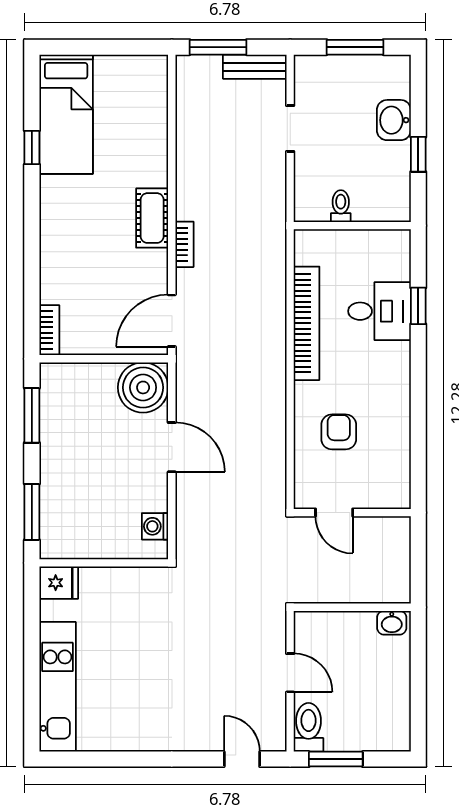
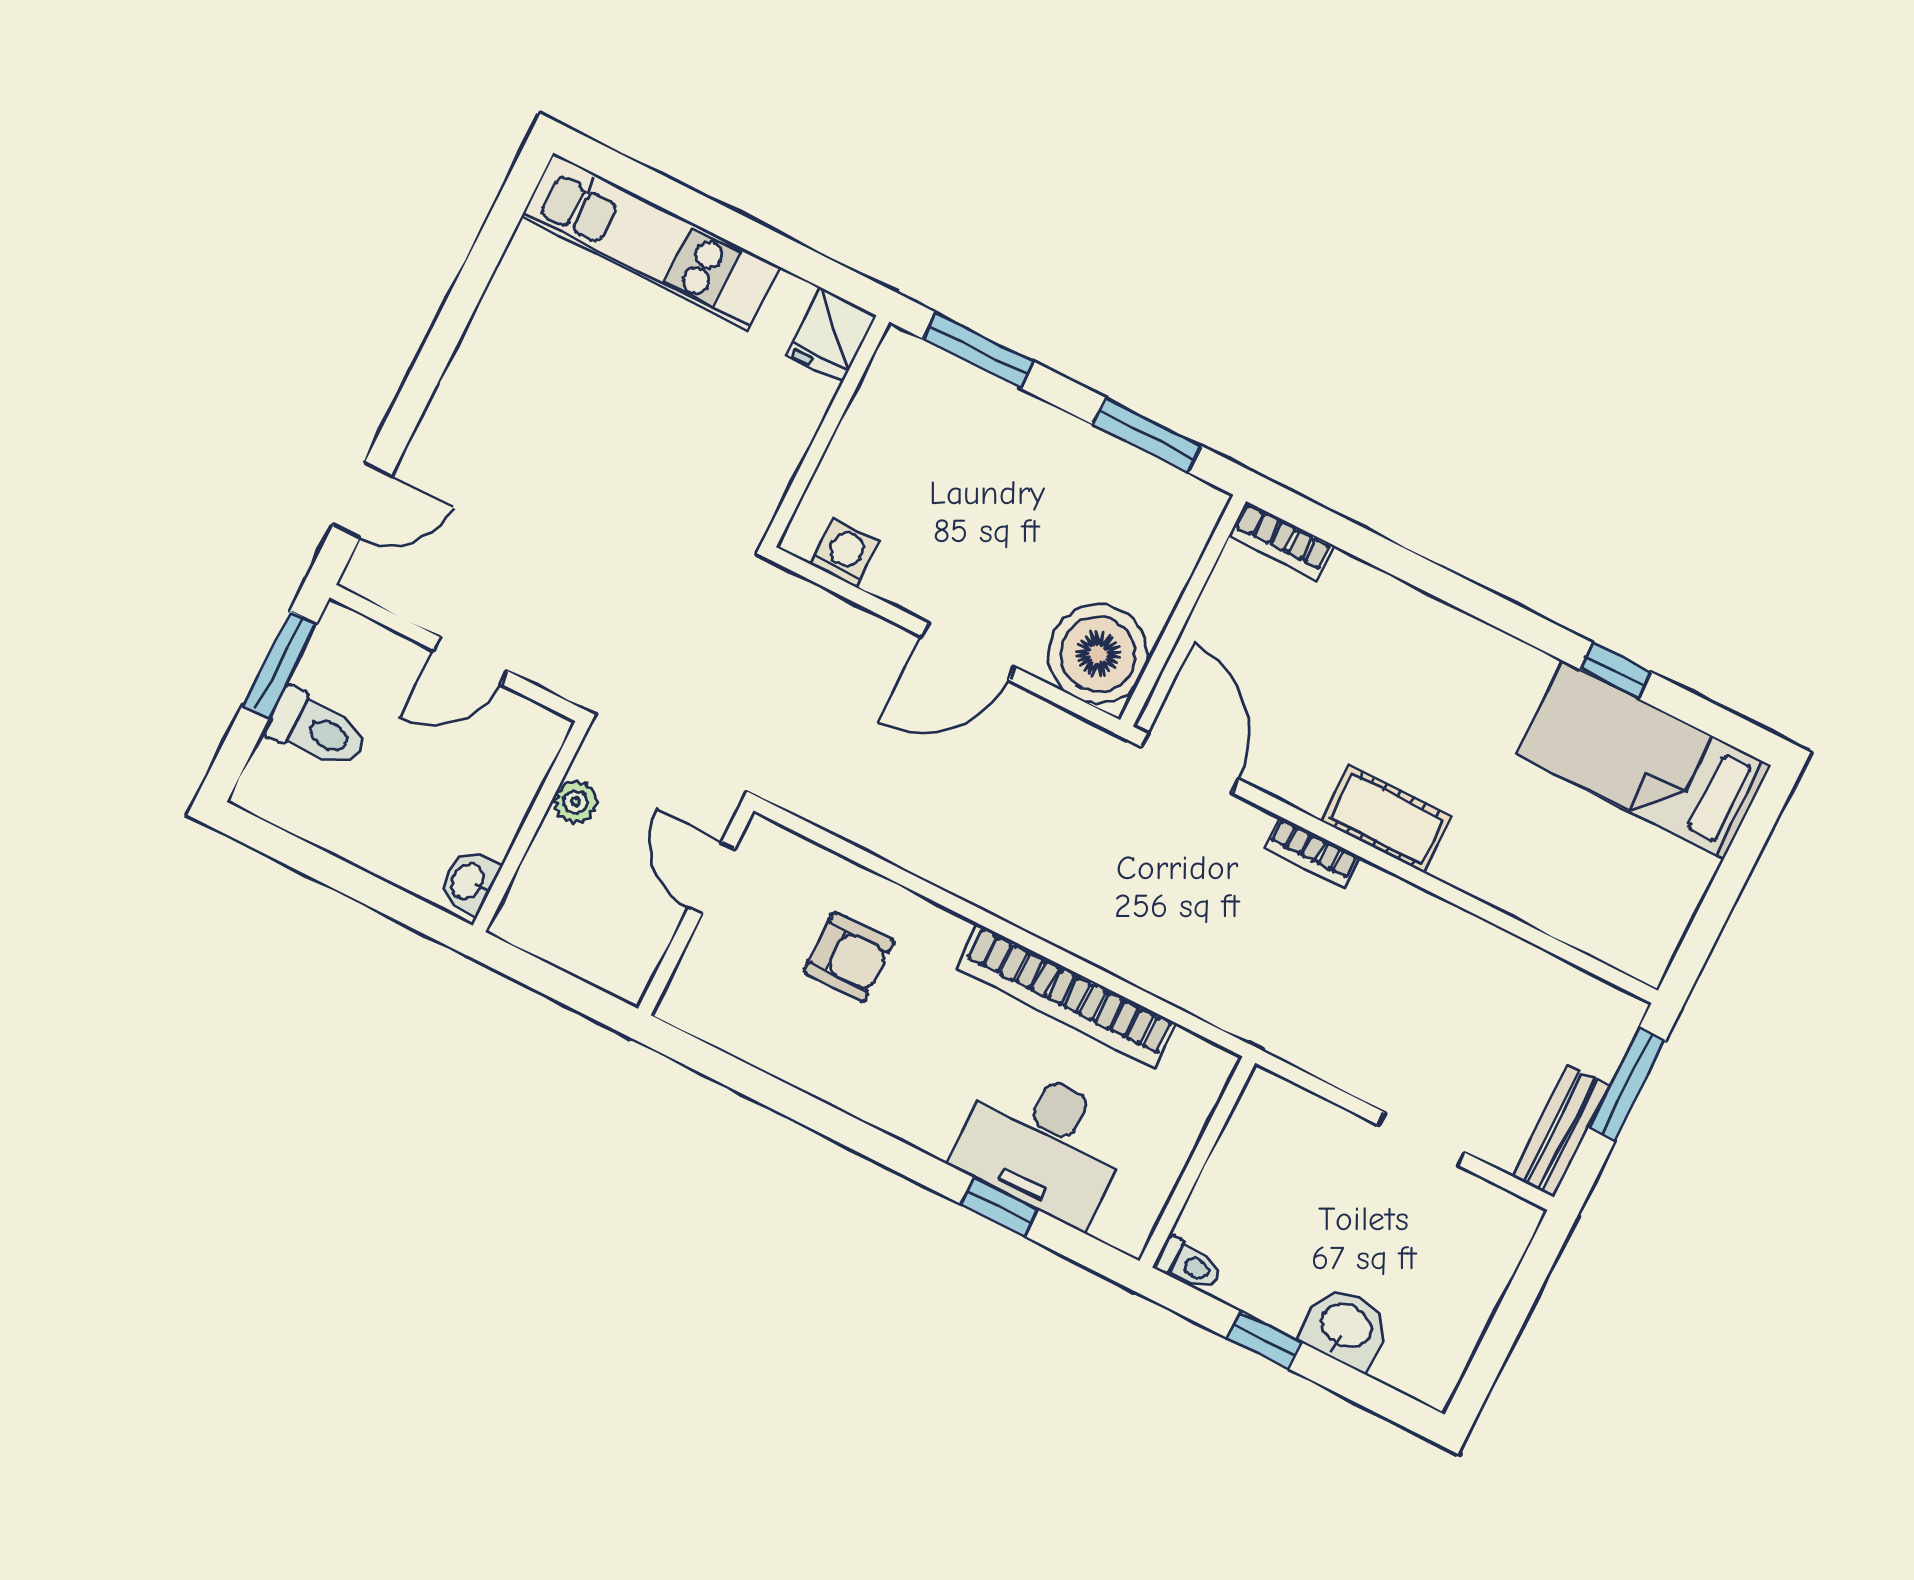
window: (355, 47) -> (1507, 1324), removed
toilet: (341, 206) -> (1188, 1264), moved
desk: (380, 311) -> (1043, 1144), width x1.37
door: (334, 513) -> (712, 878), hinge flipped
plant: (331, 592) -> (575, 802), added
toilet: (308, 727) -> (316, 729), moved

